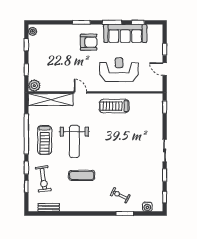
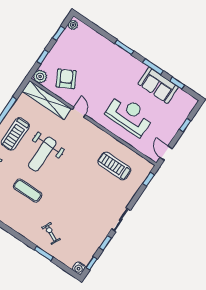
sofa: (125, 33) -> (158, 85), width x0.73
armchair: (89, 42) -> (66, 79), moved, turned -118
door: (165, 69) -> (166, 153), moved
treadmill: (114, 106) -> (114, 166), moved
water cooler: (147, 207) -> (79, 268), moved

